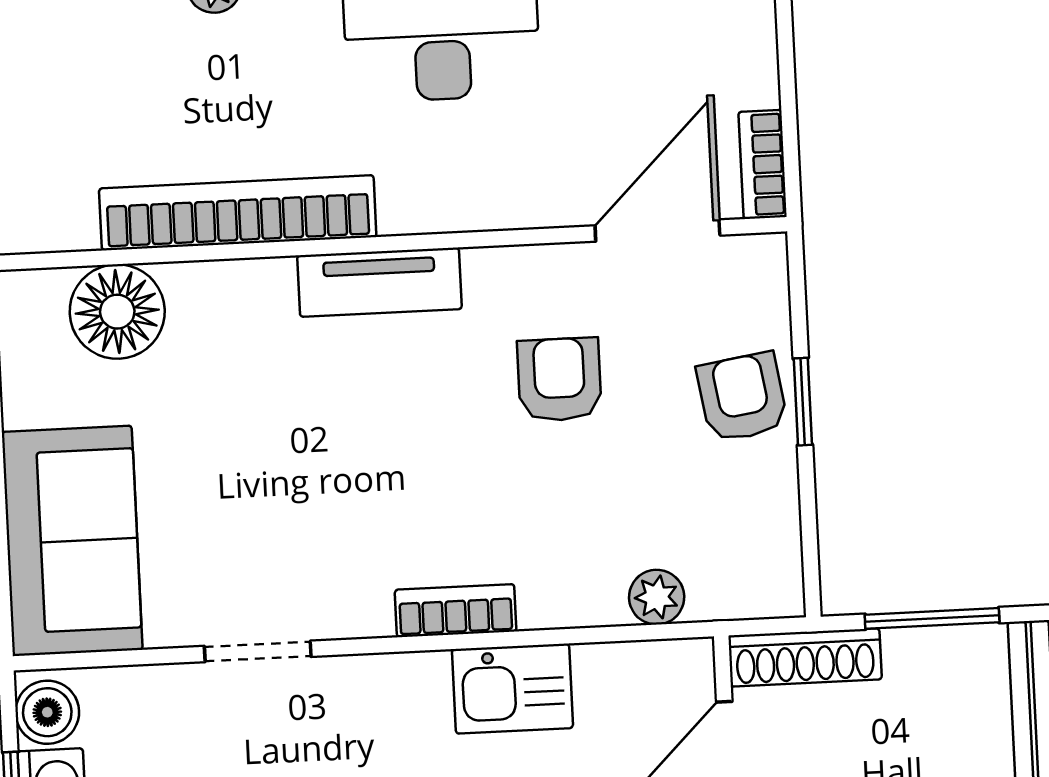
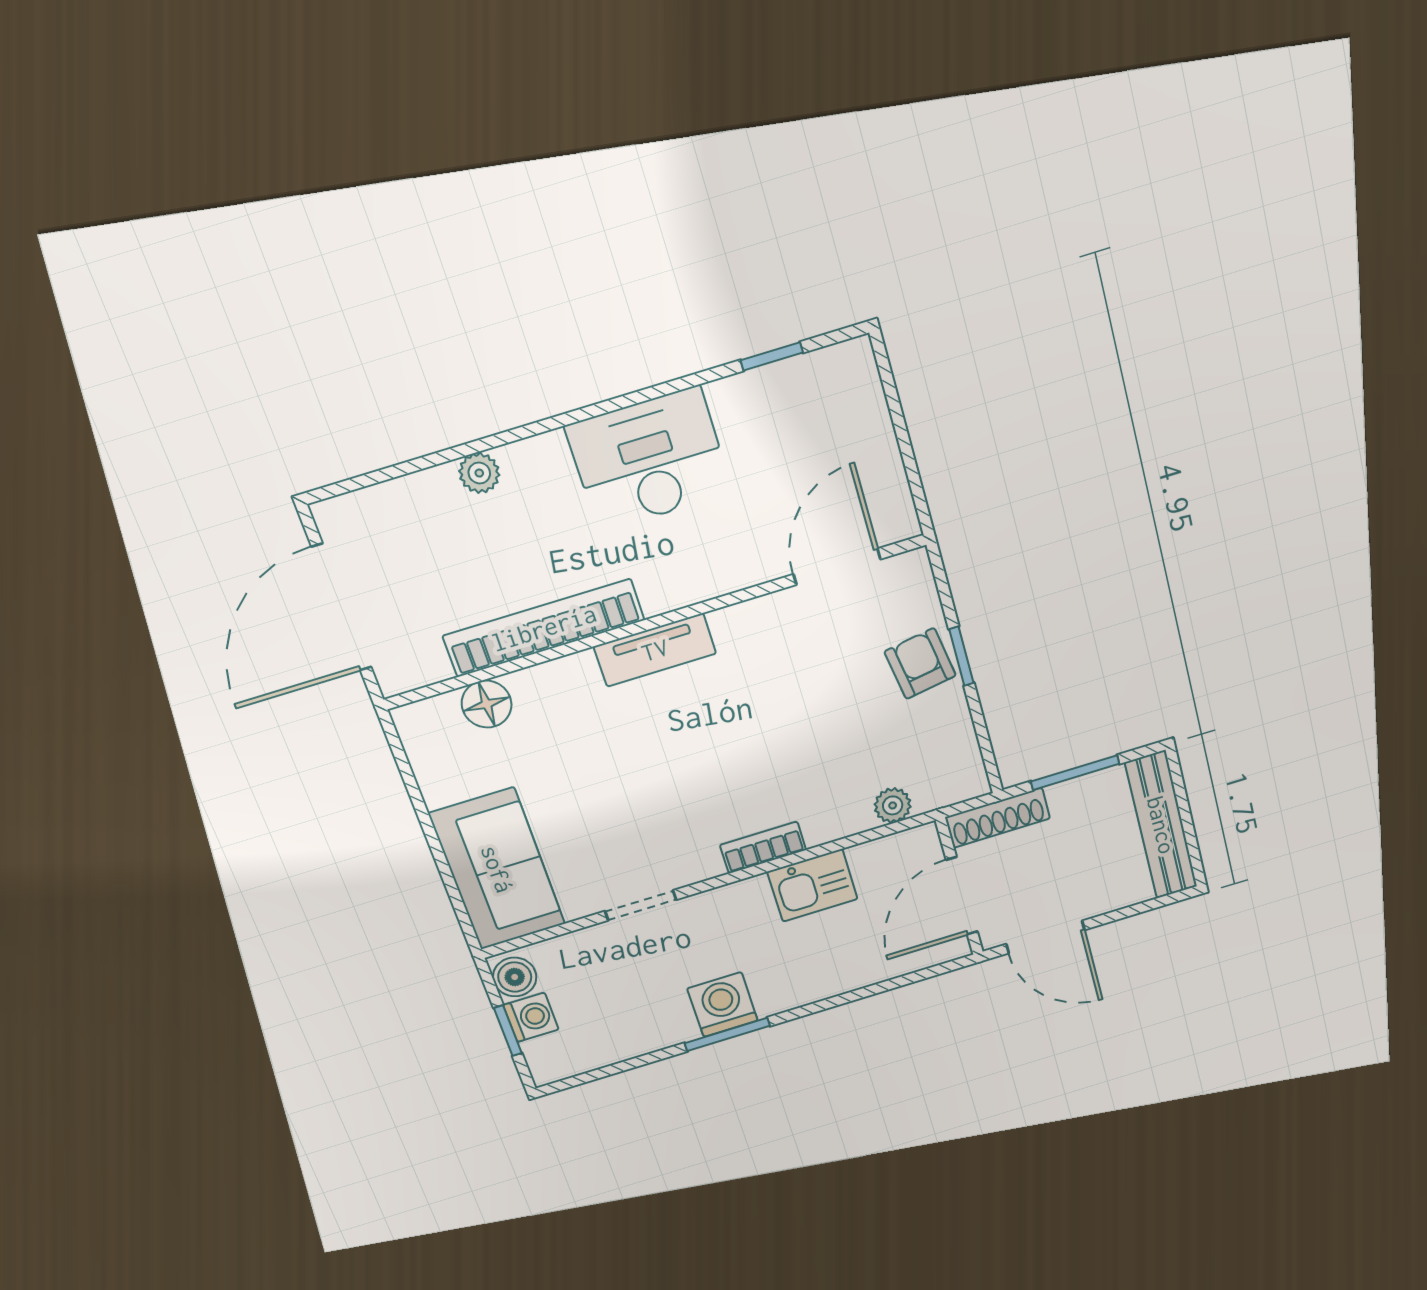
bookcase: (763, 164) -> (899, 503), removed
floor lamp: (117, 312) -> (487, 704), width x0.73, depth x0.73
armchair: (559, 379) -> (794, 683), removed

